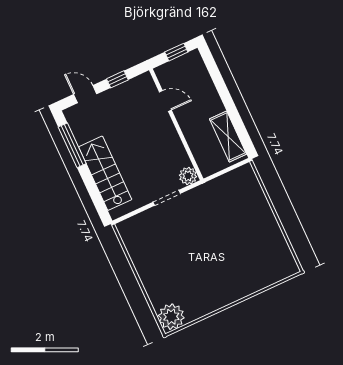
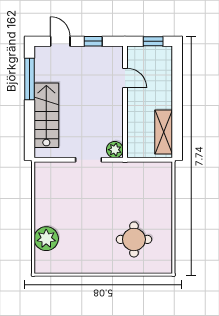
round table: (248, 255) -> (134, 239), added
plant: (171, 317) -> (46, 239), moved

